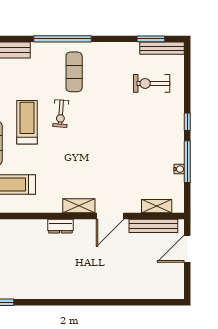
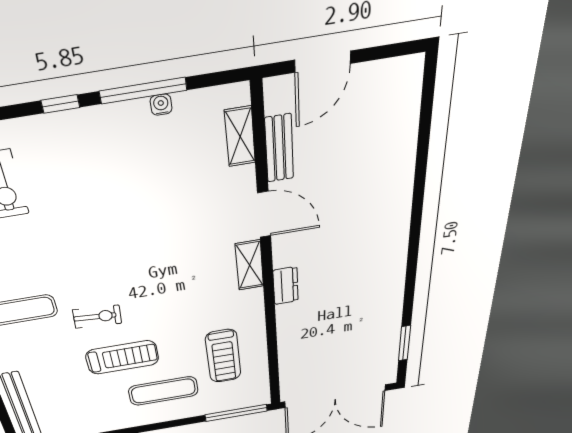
treadmill: (27, 122) -> (122, 357), turned 180
bench: (153, 226) -> (279, 148), width x0.73
door: (187, 249) -> (323, 62), hinge flipped

